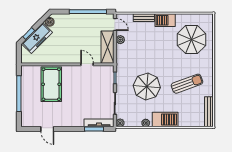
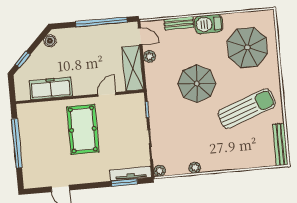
freezer: (37, 38) -> (51, 88), moved, turned -135
door: (87, 64) -> (107, 94), hinge flipped
pool table: (51, 84) -> (83, 129), moved
sun lounger: (187, 84) -> (247, 109), width x1.36, depth x1.34
parasol: (147, 86) -> (197, 84), moved
barbecue: (165, 120) -> (221, 161), removed

